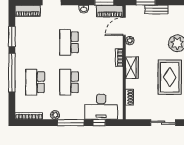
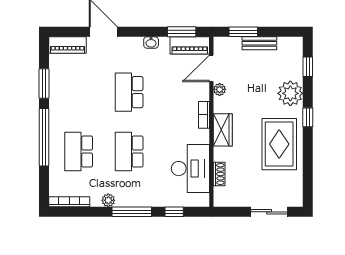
desk: (101, 107) -> (190, 169), moved, turned -90

